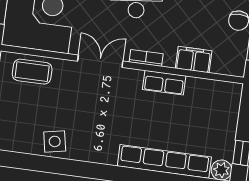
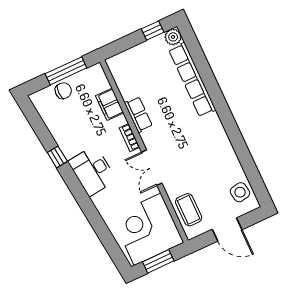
side table: (55, 141) -> (240, 192), moved

